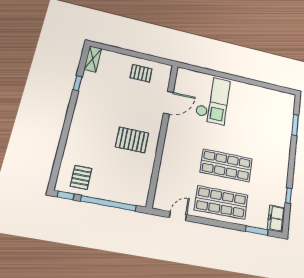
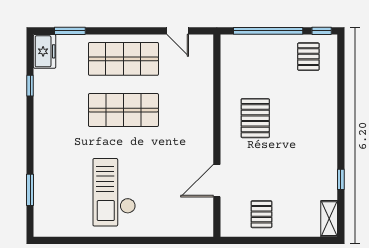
pallet: (141, 73) -> (261, 214), turned 90
checkout: (213, 100) -> (114, 192), moved
pallet: (132, 140) -> (255, 118), turned 90
door: (178, 216) -> (178, 31), hinge flipped

